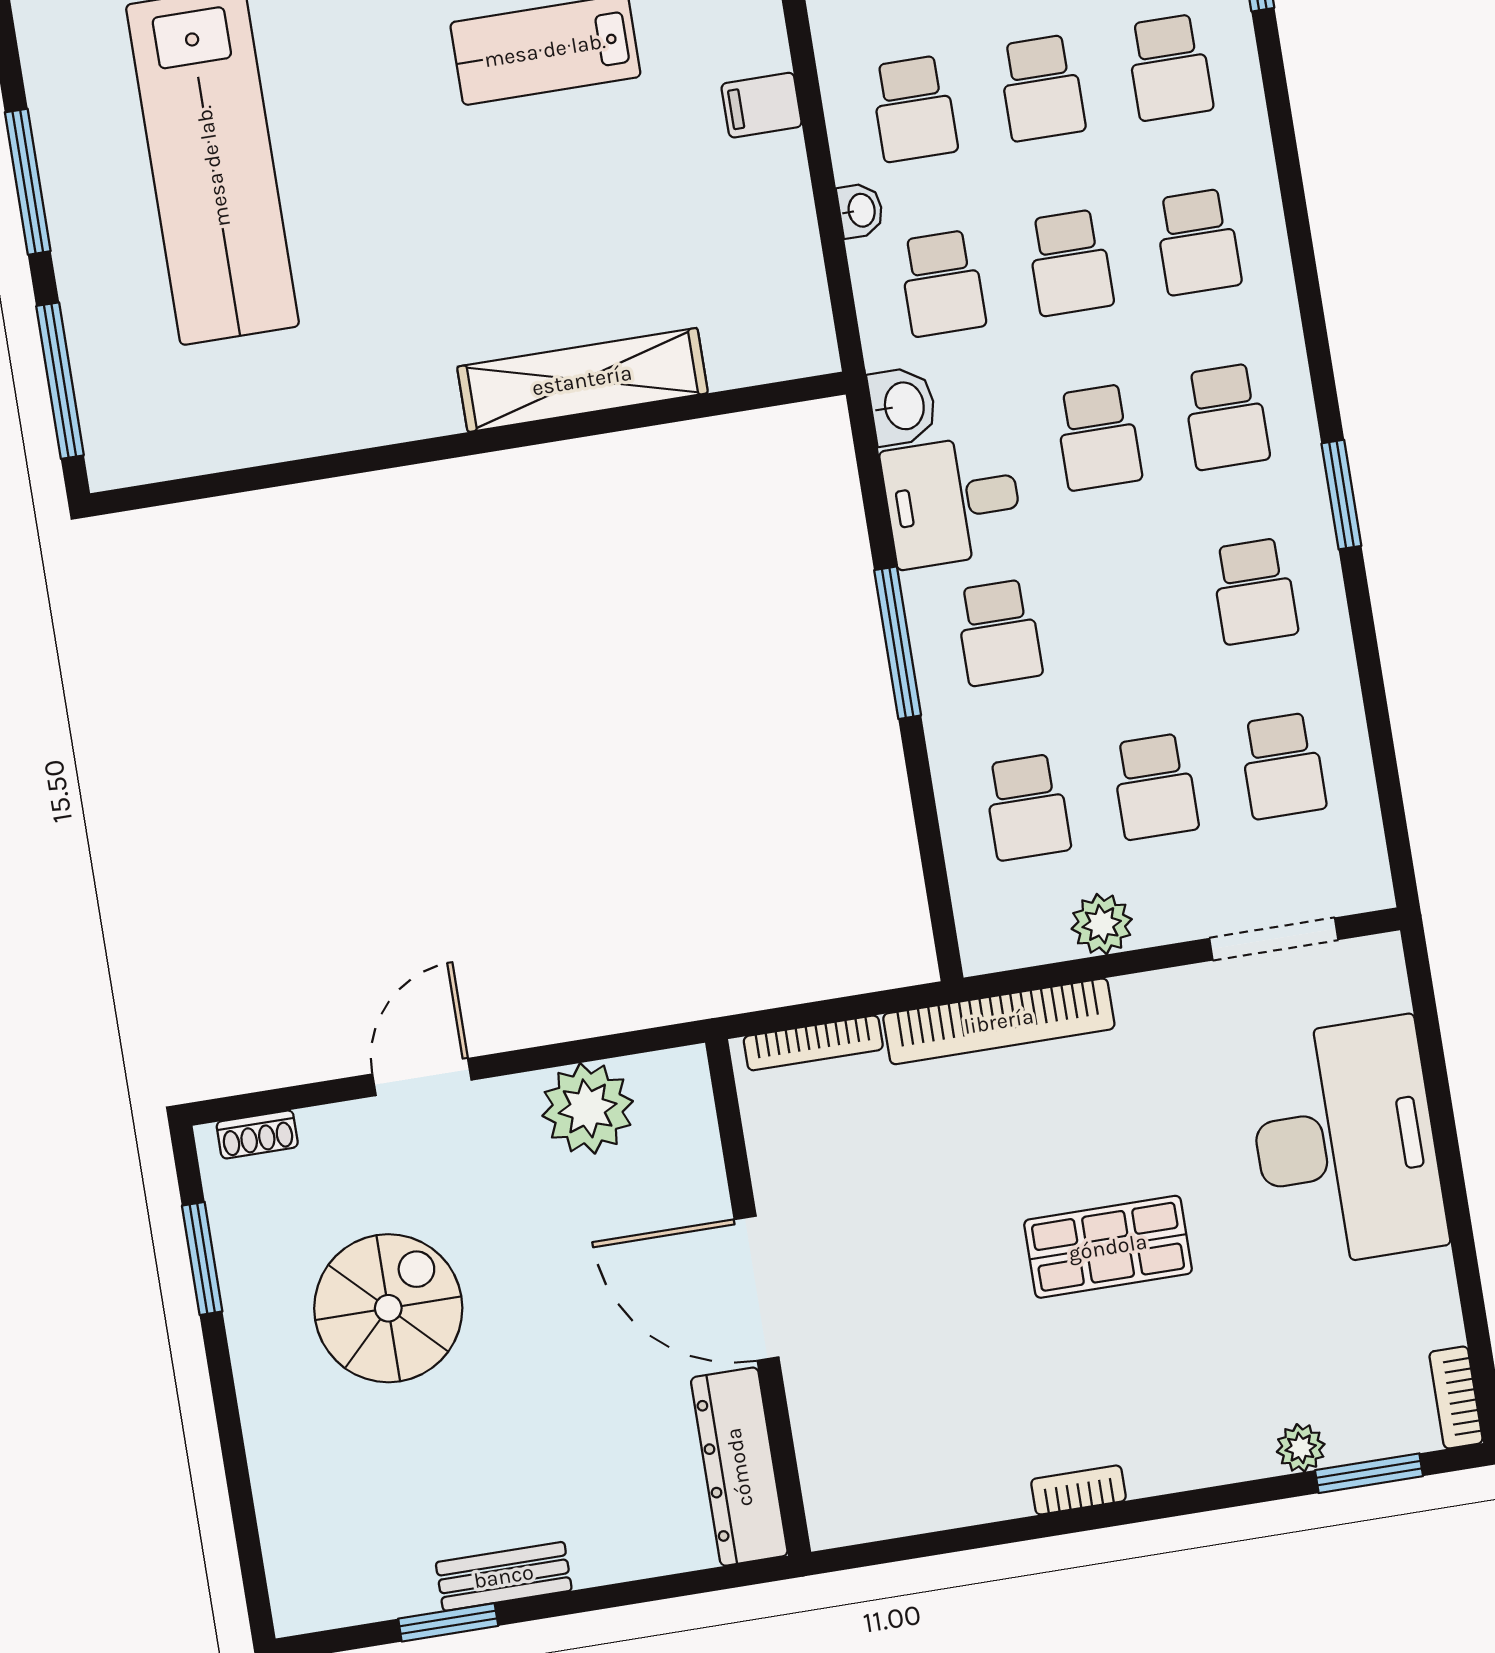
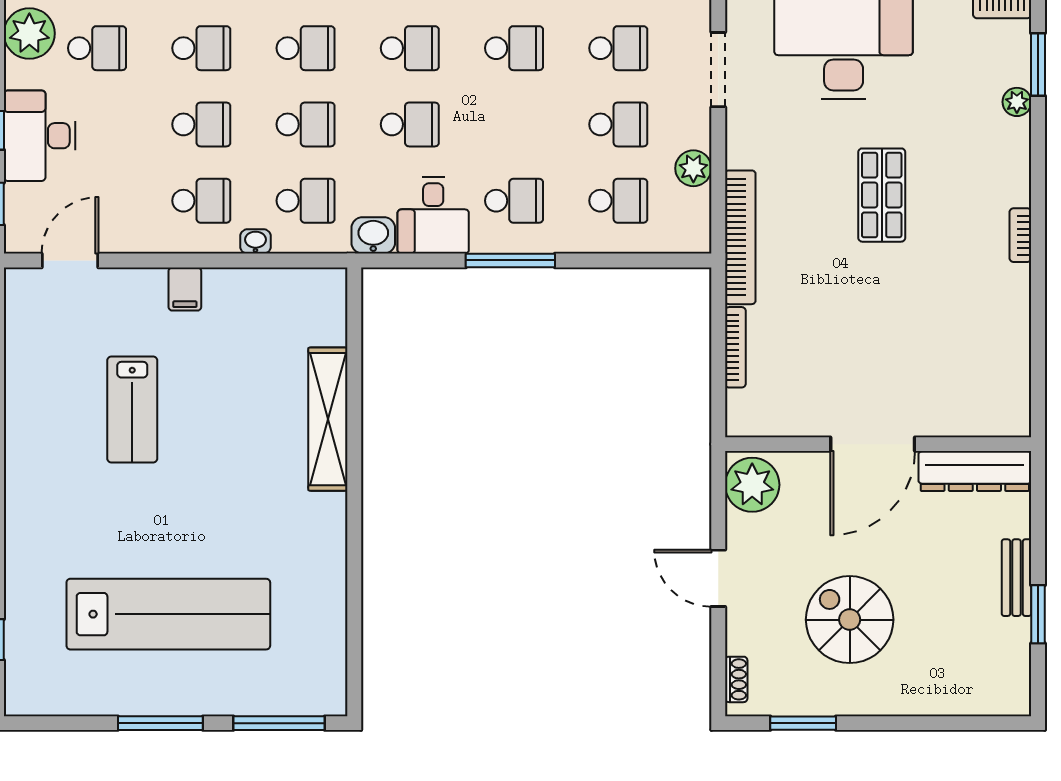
door: (757, 1288) -> (873, 444), moved
wall: (758, 1297) -> (878, 444), moved
dresser: (739, 1467) -> (975, 471), moved

